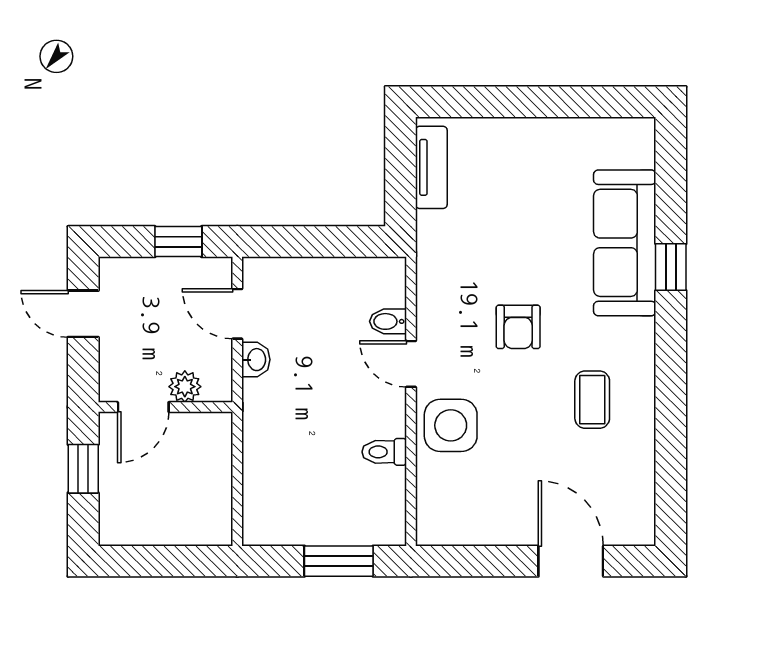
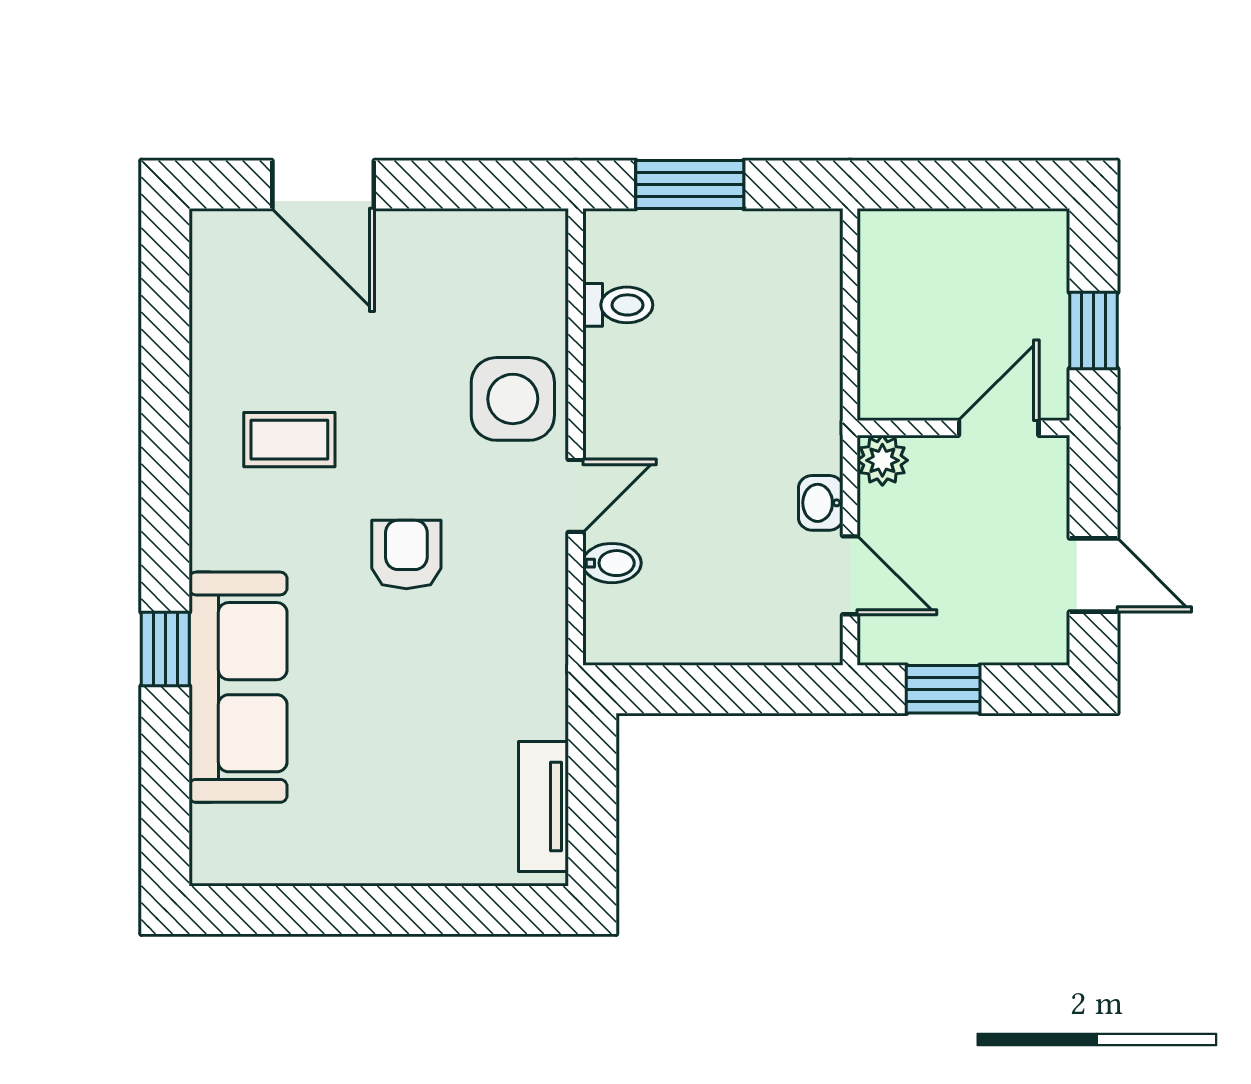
door: (411, 364) -> (576, 496), hinge flipped
plant: (185, 387) -> (882, 460), moved
coffee table: (592, 400) -> (289, 440), turned 90
toilet: (384, 452) -> (618, 305), moved

